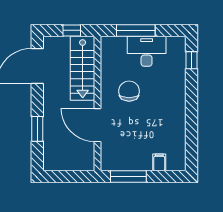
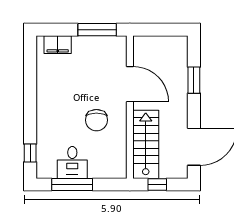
window: (136, 30) -> (72, 184), moved
desk: (147, 51) -> (72, 162), width x0.73
filing cabinet: (159, 162) -> (58, 45), width x2.00

